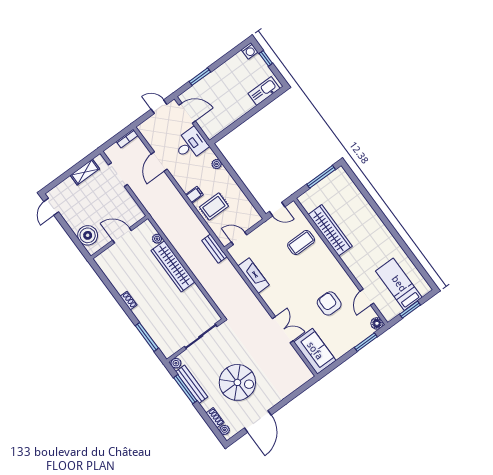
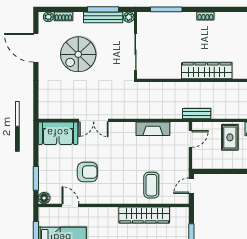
plant: (157, 239) -> (238, 74), removed

